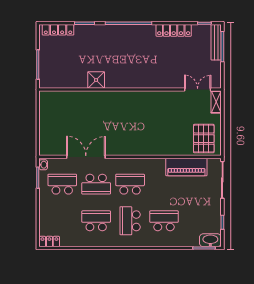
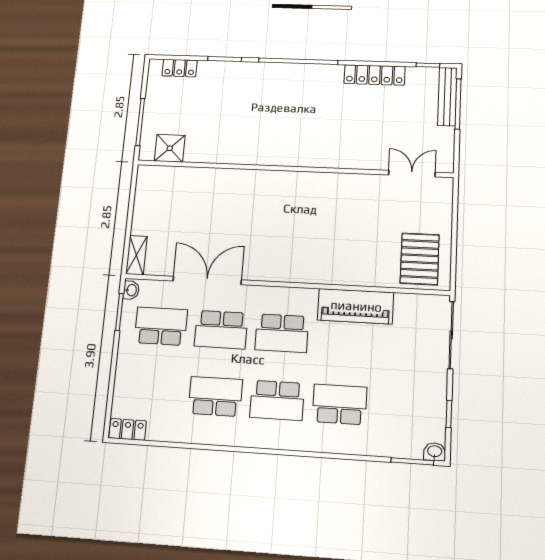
locker: (58, 30) -> (180, 68), width x0.66
shower: (96, 80) -> (170, 148), moved
shelving: (216, 102) -> (136, 255), moved
piano: (186, 167) -> (356, 306), moved
school desk: (130, 184) -> (282, 333), turned 180
school desk: (130, 221) -> (277, 400), turned -90
washbasin: (210, 240) -> (435, 452), width x0.52, depth x0.69

